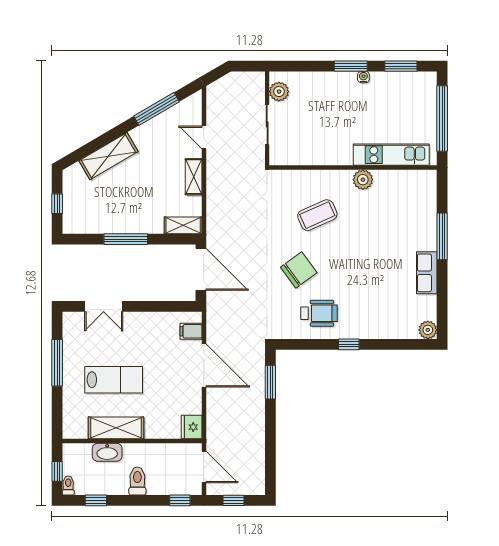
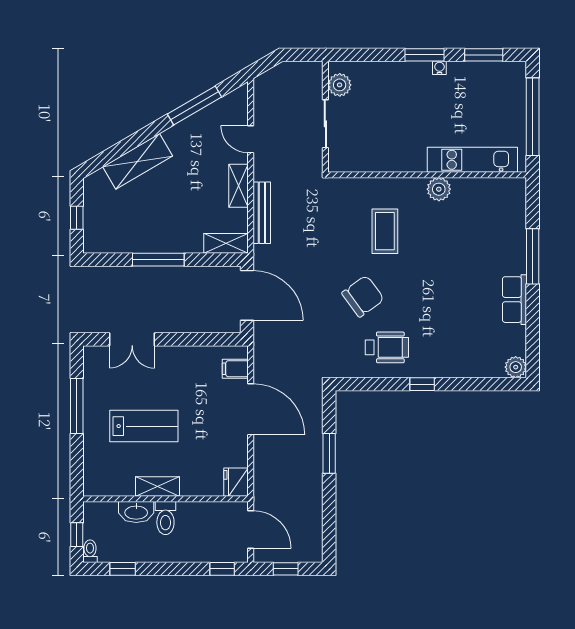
bench: (213, 199) -> (262, 213), added
coffee table: (317, 215) -> (385, 231), turned -66
window: (270, 382) -> (329, 453), moved
shelving: (116, 428) -> (157, 486), width x0.67, depth x0.75
toilet: (137, 481) -> (165, 518), moved, turned 180

